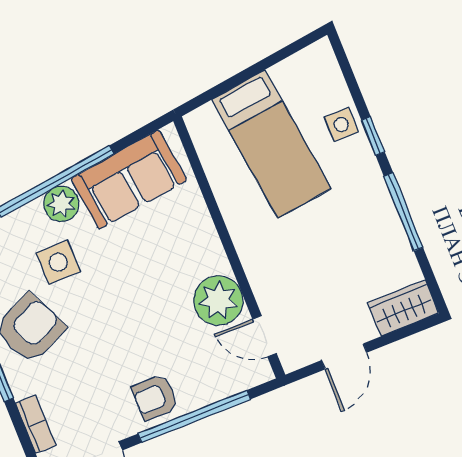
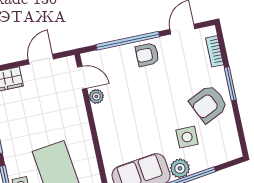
plant: (218, 301) -> (96, 96), width x0.53, depth x0.53
armchair: (155, 397) -> (147, 55), turned 180

